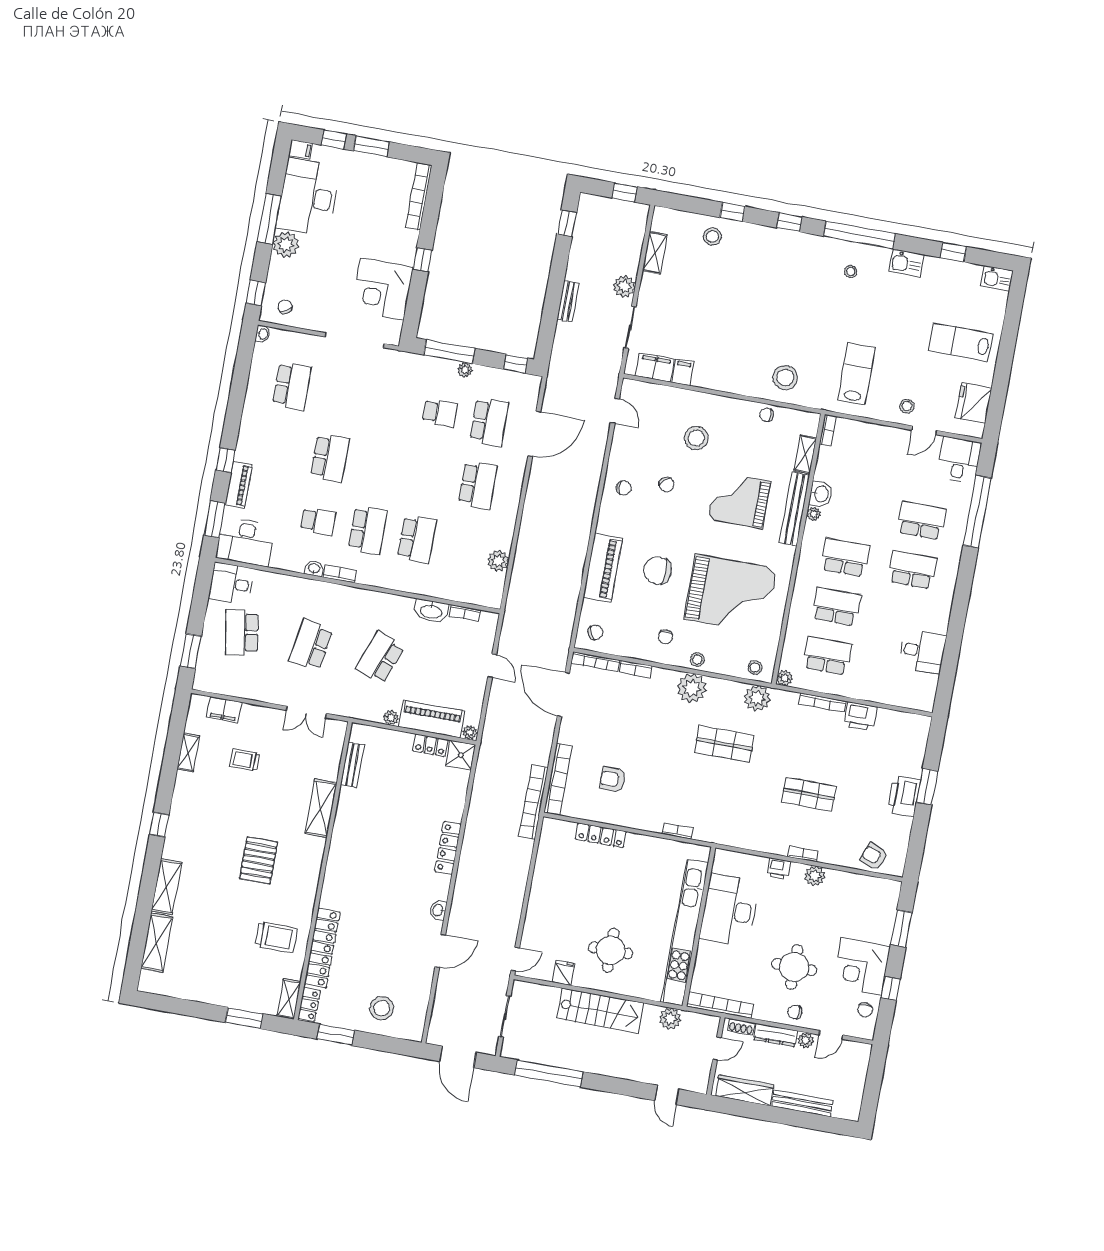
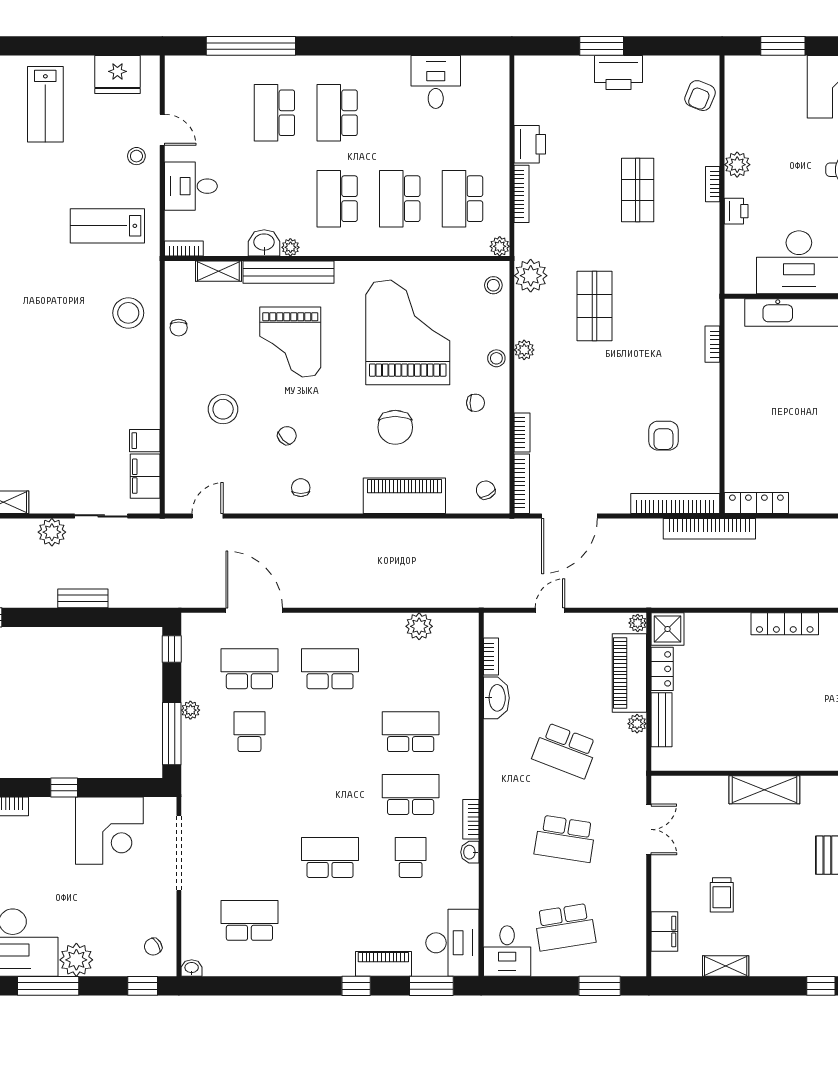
desk: (959, 460) -> (191, 186), moved
plant: (692, 688) -> (524, 350), width x0.53, depth x0.53
bench: (352, 765) -> (662, 720), moved, turned 90
locker: (601, 835) -> (756, 503), moved, turned -90

